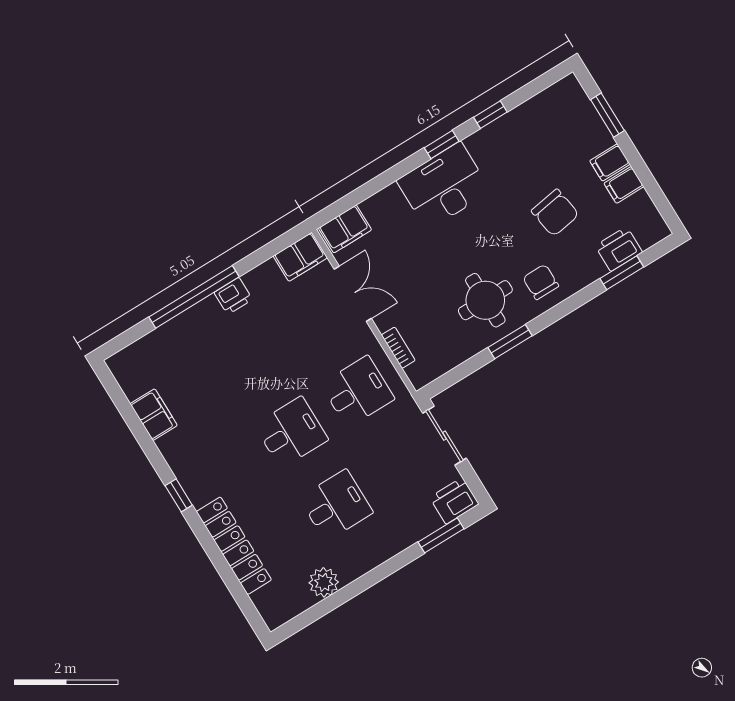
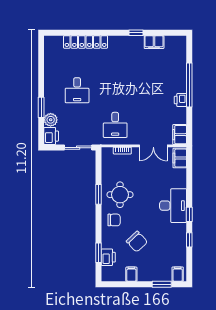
filing cabinet: (610, 162) -> (178, 274), moved
chair: (555, 213) -> (137, 242), turned -124
desk: (291, 432) -> (115, 90), removed
window: (179, 495) -> (136, 33), moved
window: (441, 535) -> (41, 107), moved
plant: (324, 582) -> (51, 120), moved

